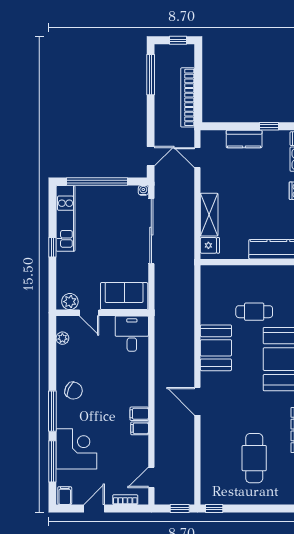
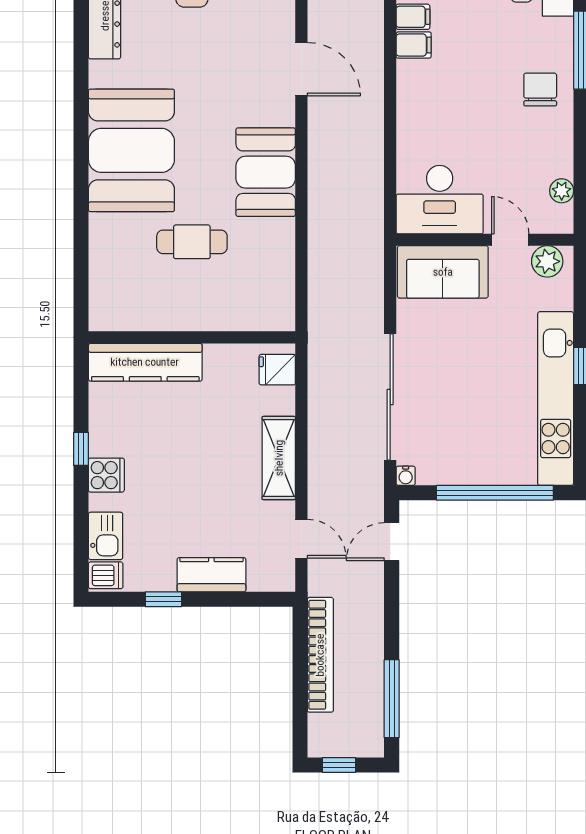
shelving: (209, 215) -> (279, 458), moved
kitchen unit: (66, 218) -> (556, 399), width x1.36
desk: (132, 334) -> (440, 200), width x1.37
chair: (74, 391) -> (540, 90), turned 65

